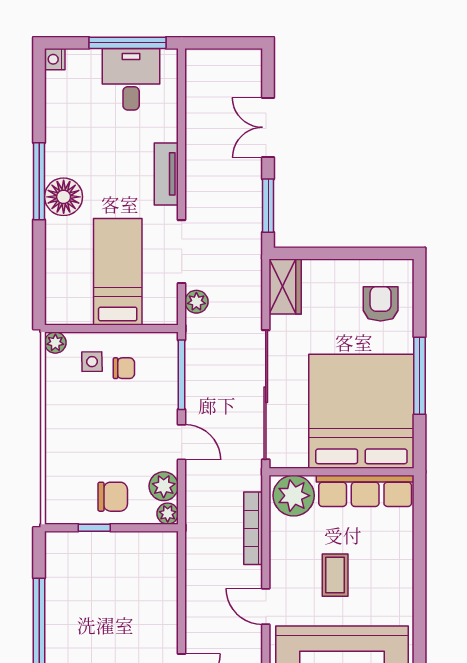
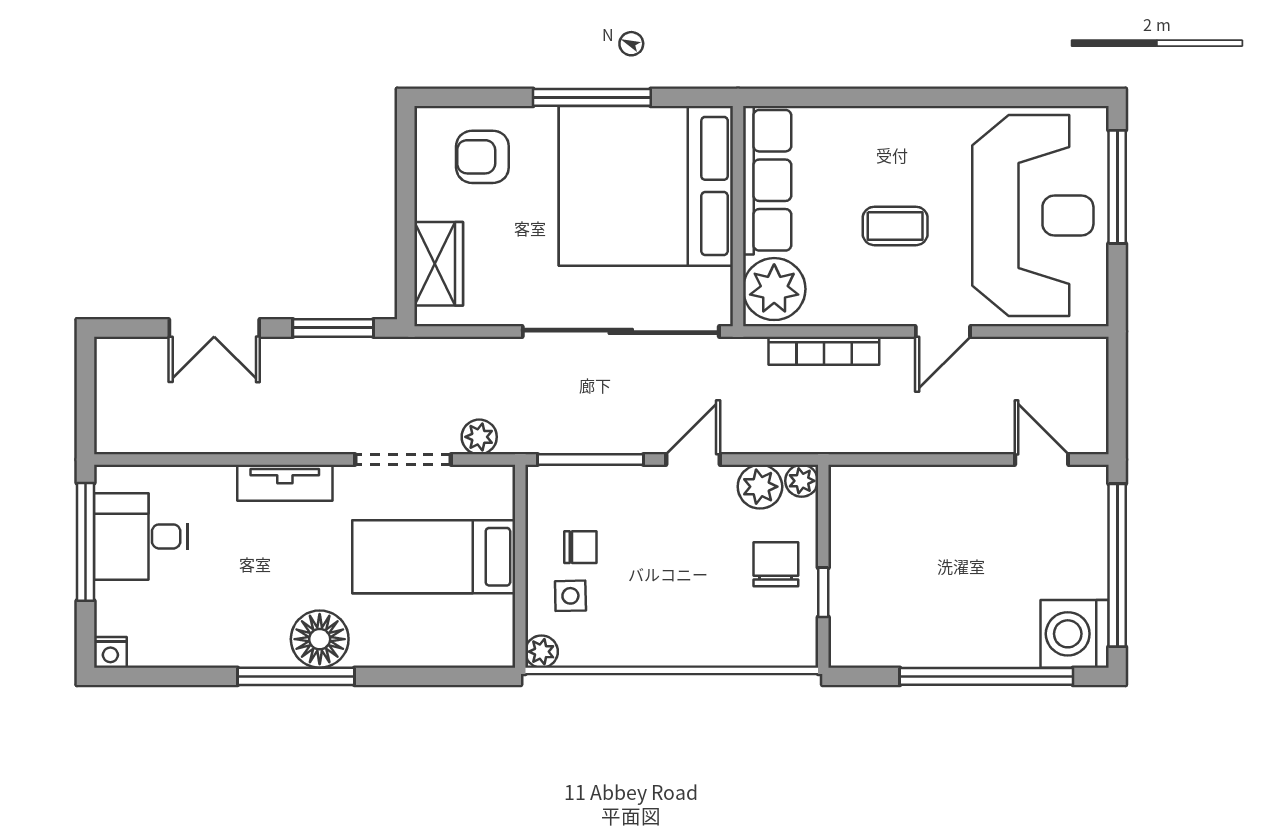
wardrobe: (285, 287) -> (439, 264), moved, turned 90
chair: (124, 368) -> (580, 547), turned 90

